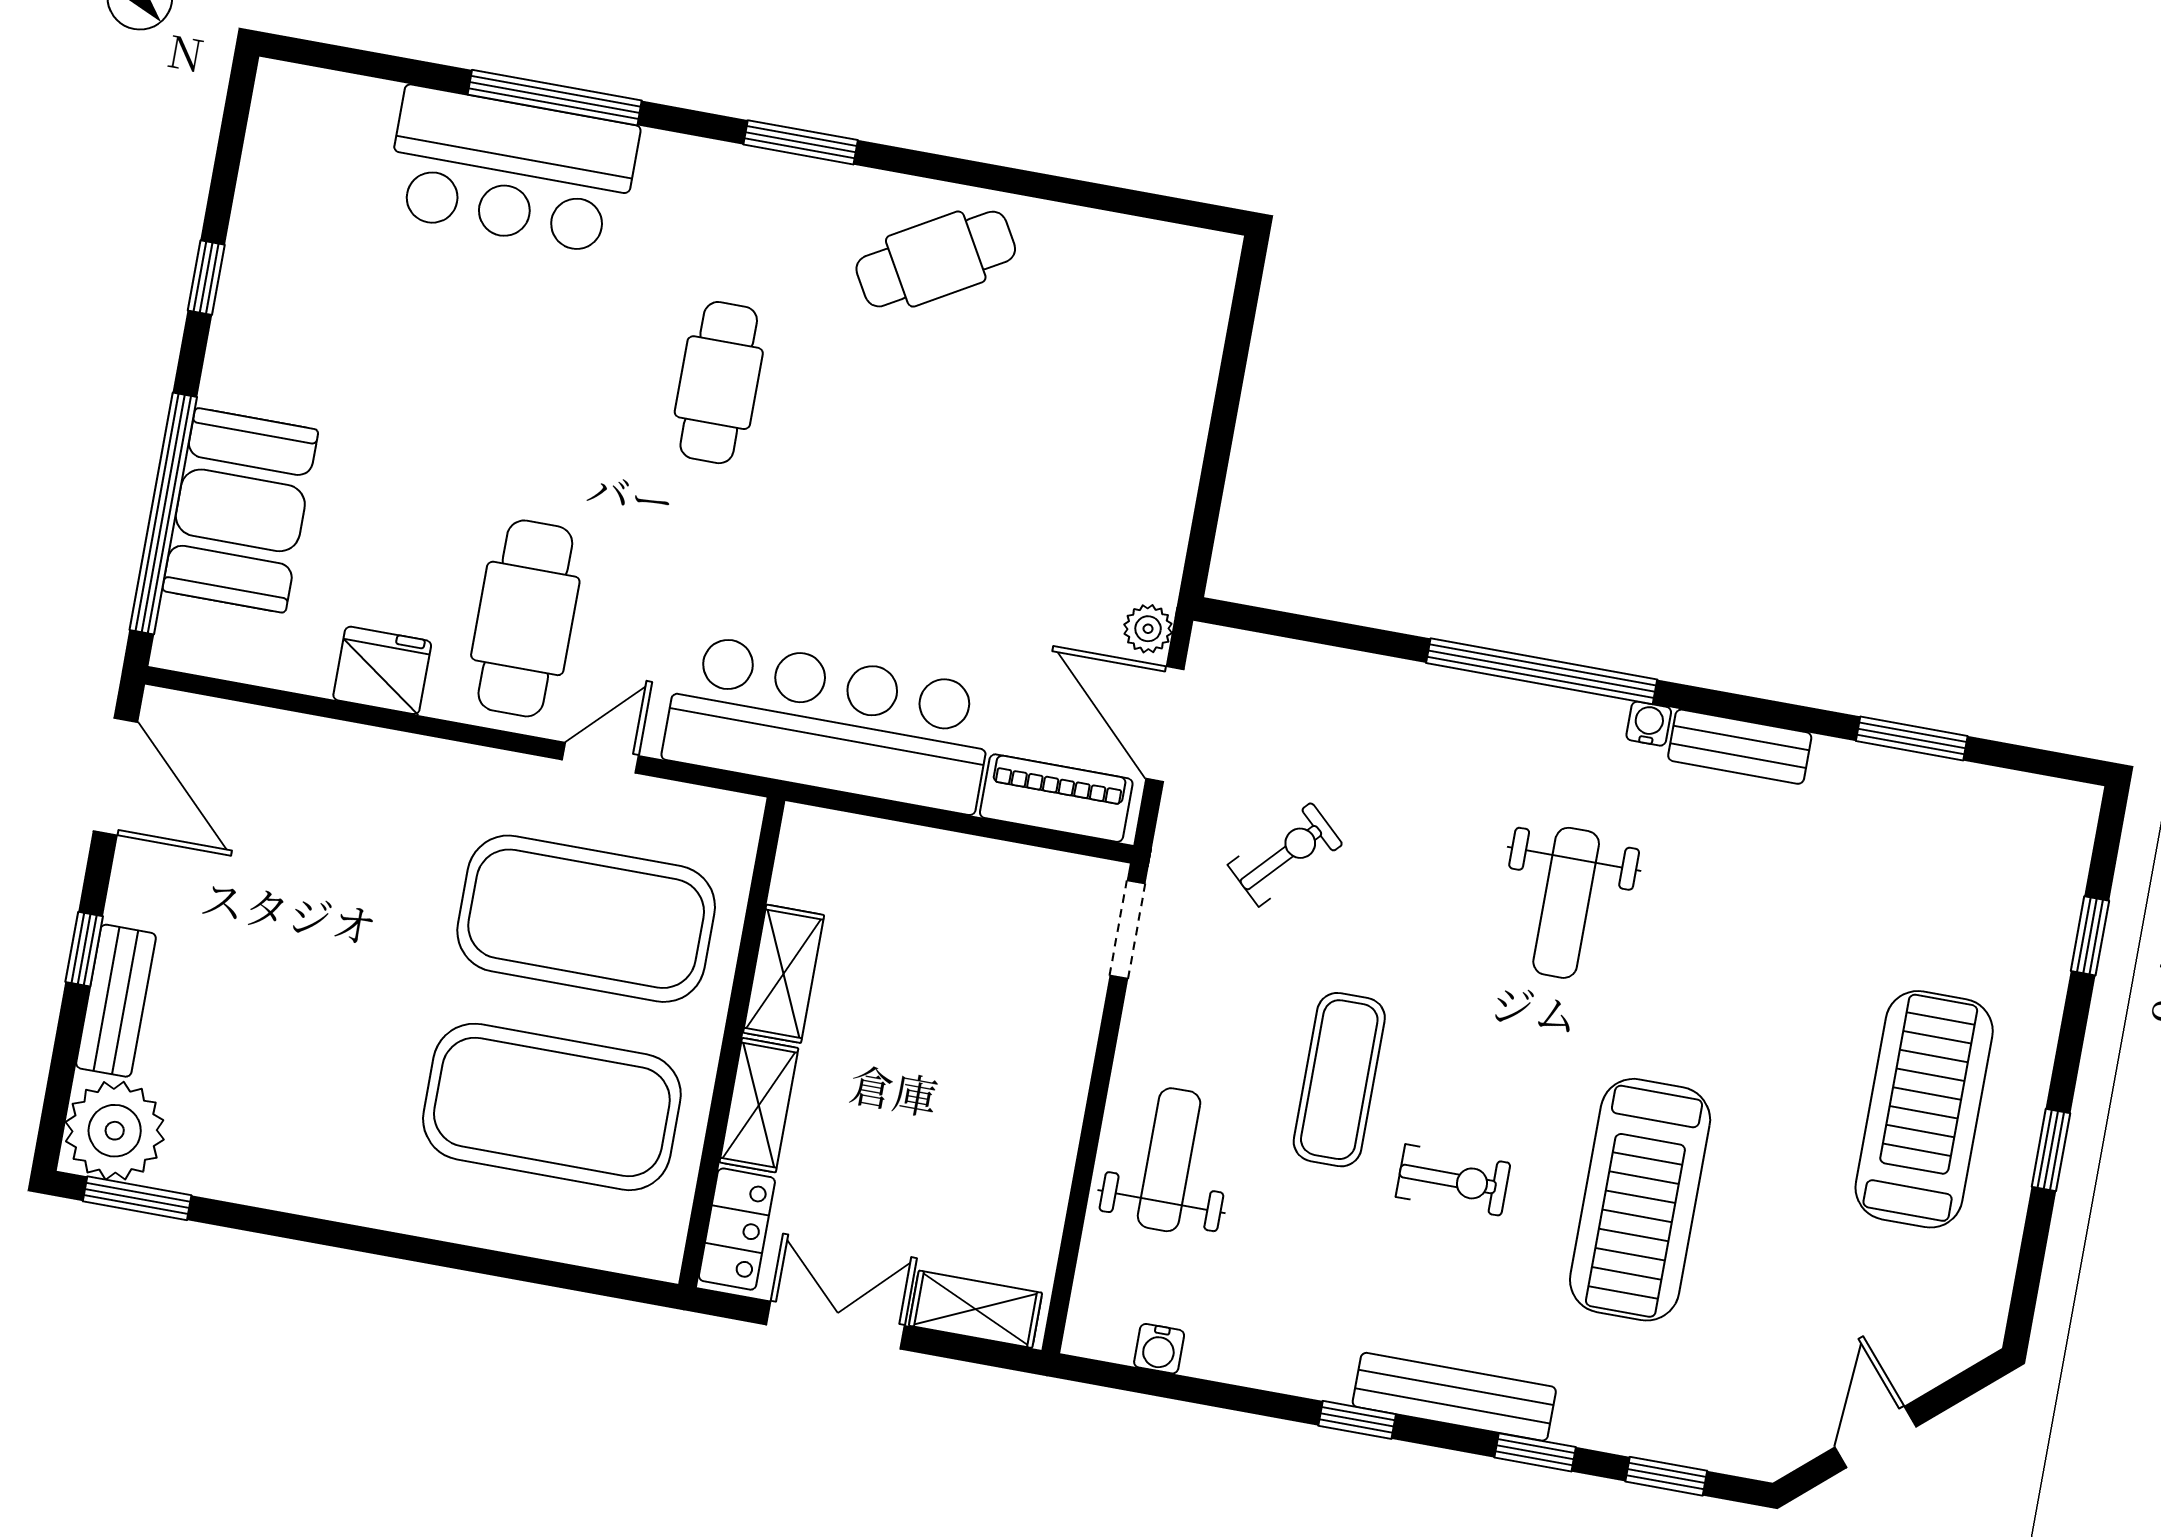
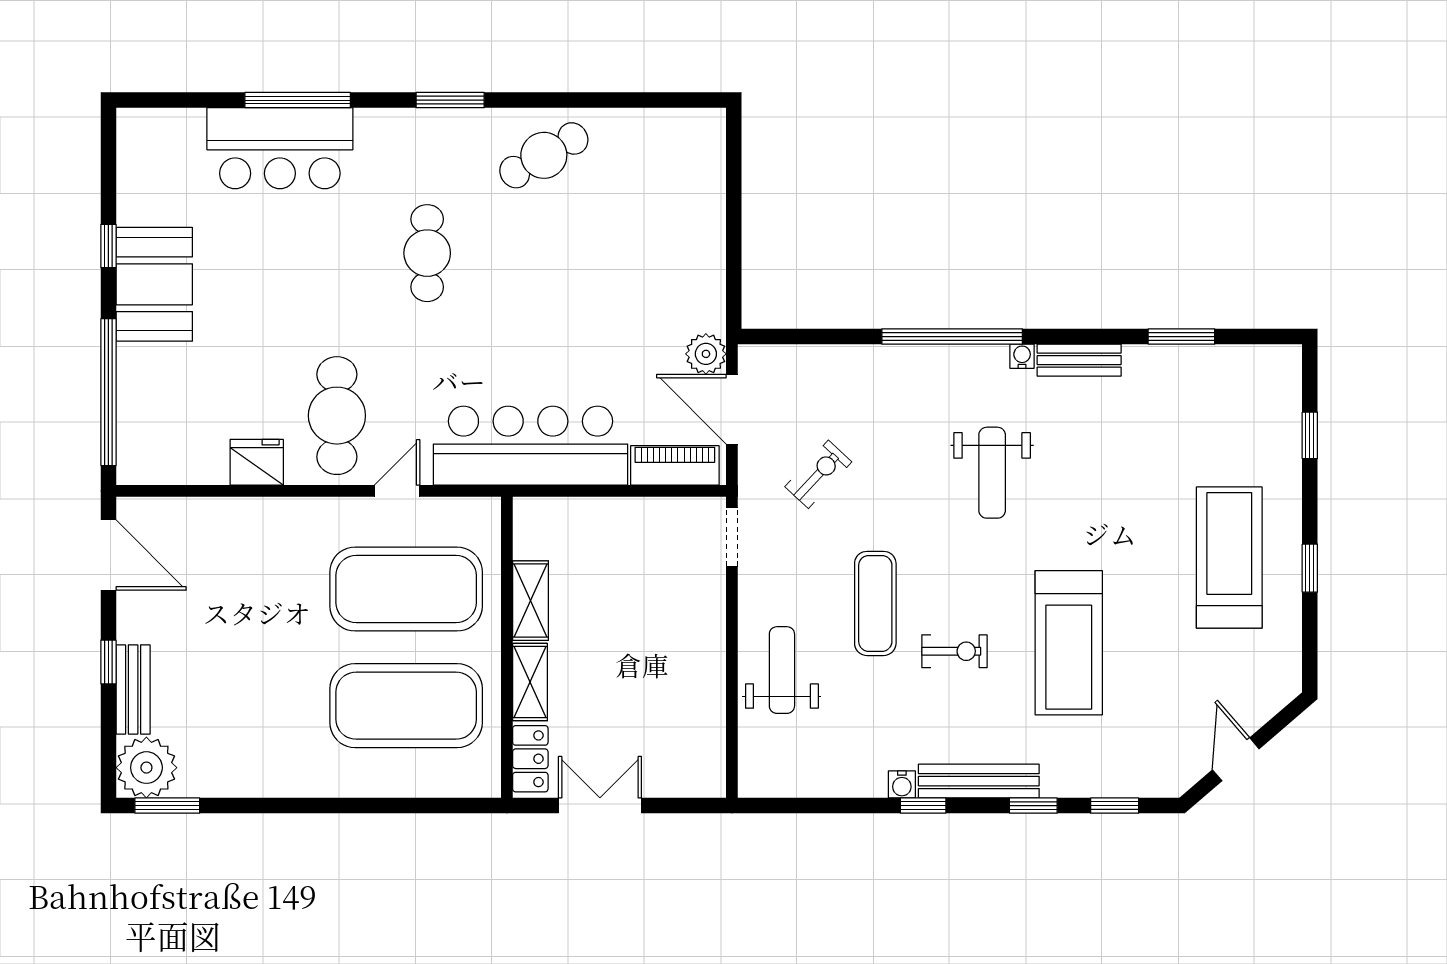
booth: (240, 510) -> (154, 284), moved
plant: (1148, 629) -> (706, 354), width x1.38, depth x1.38
shelving: (975, 1309) -> (682, 781), removed
water cooler: (1159, 1349) -> (902, 784), moved

